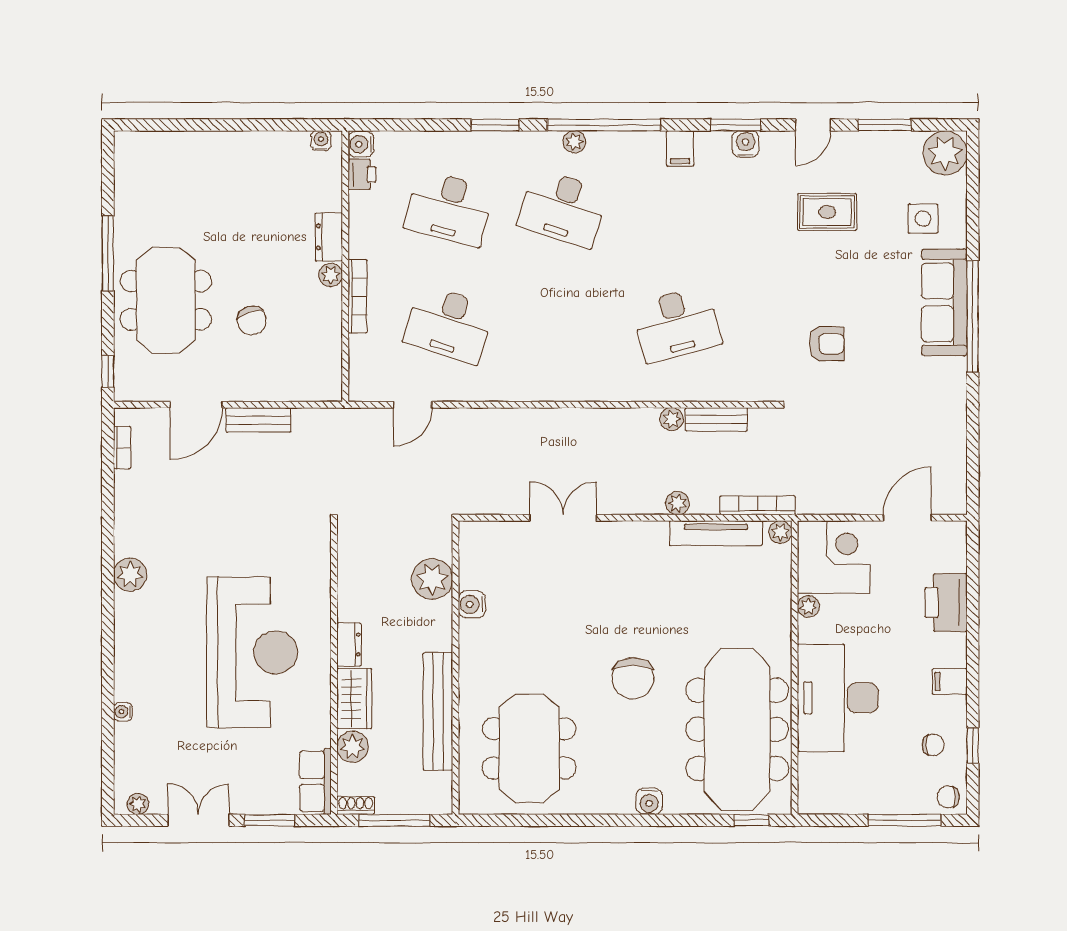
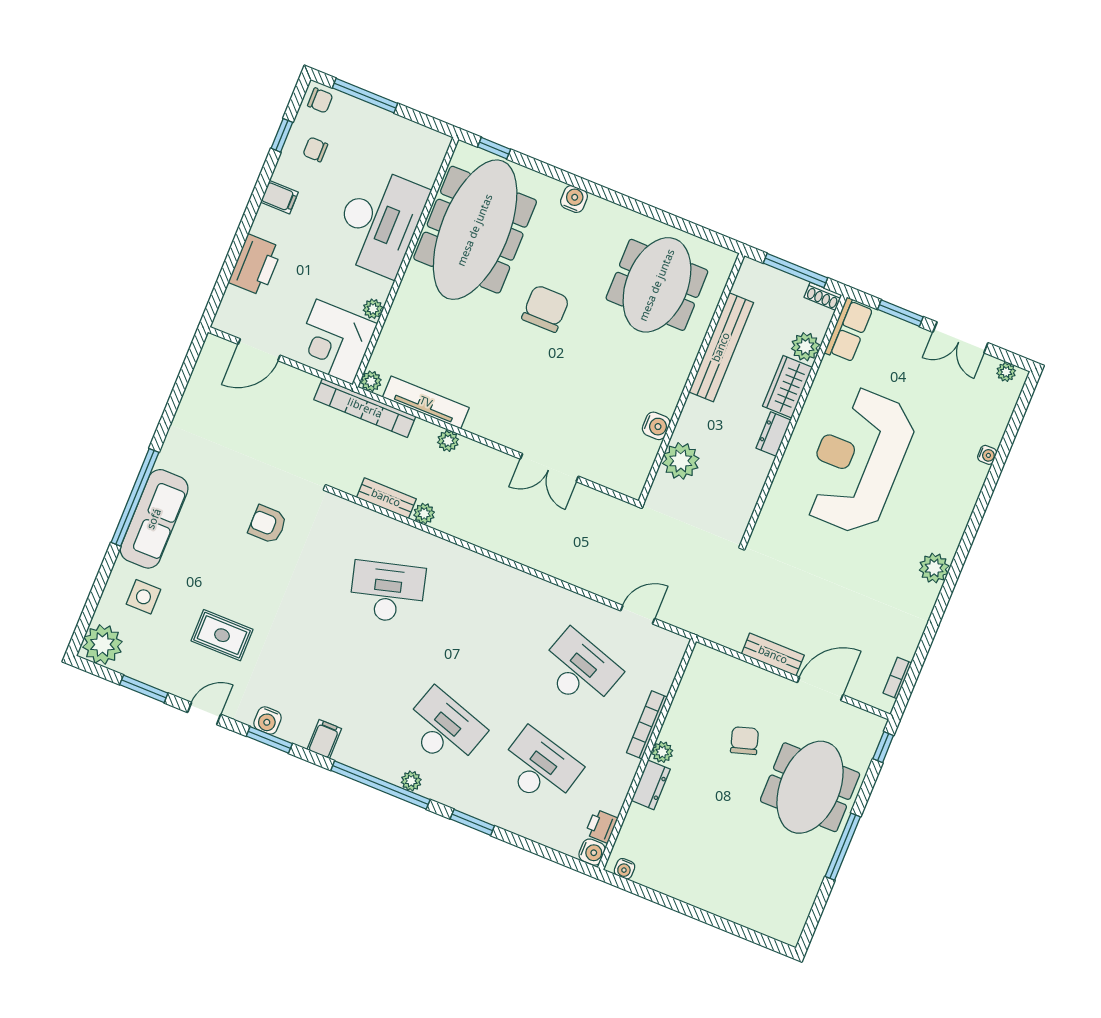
bookcase: (758, 505) -> (365, 408), width x1.48, depth x1.31

